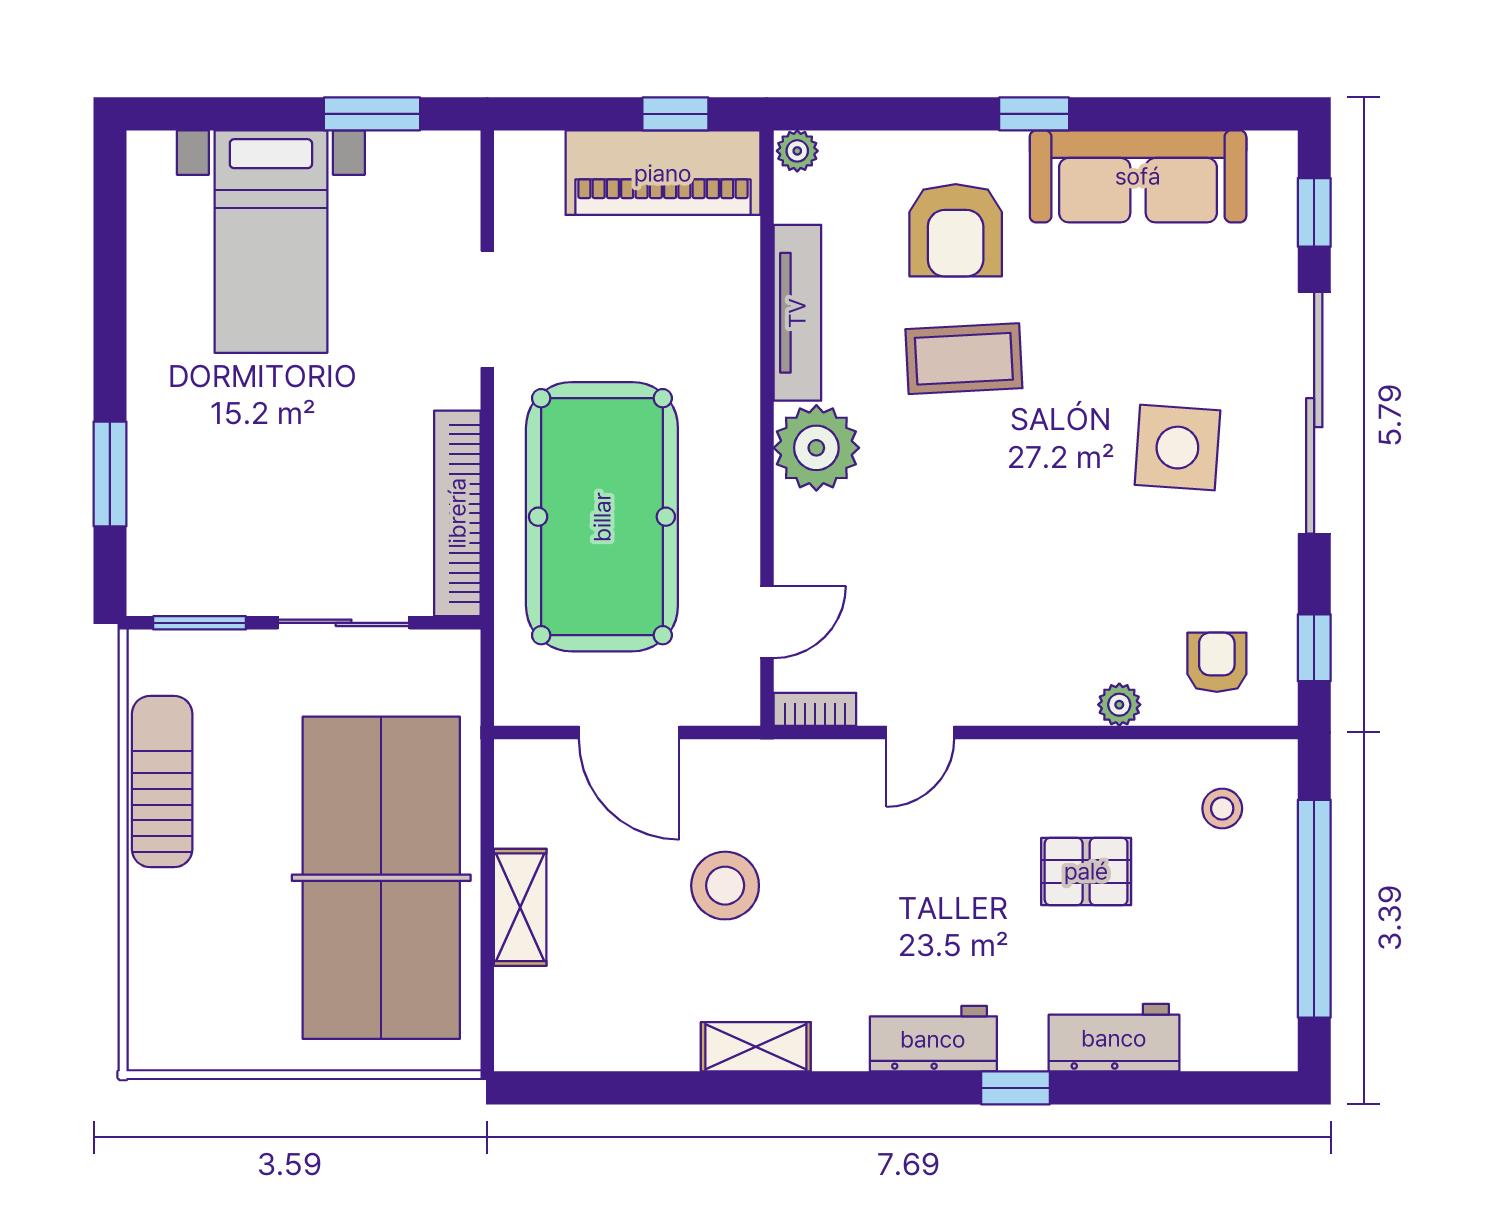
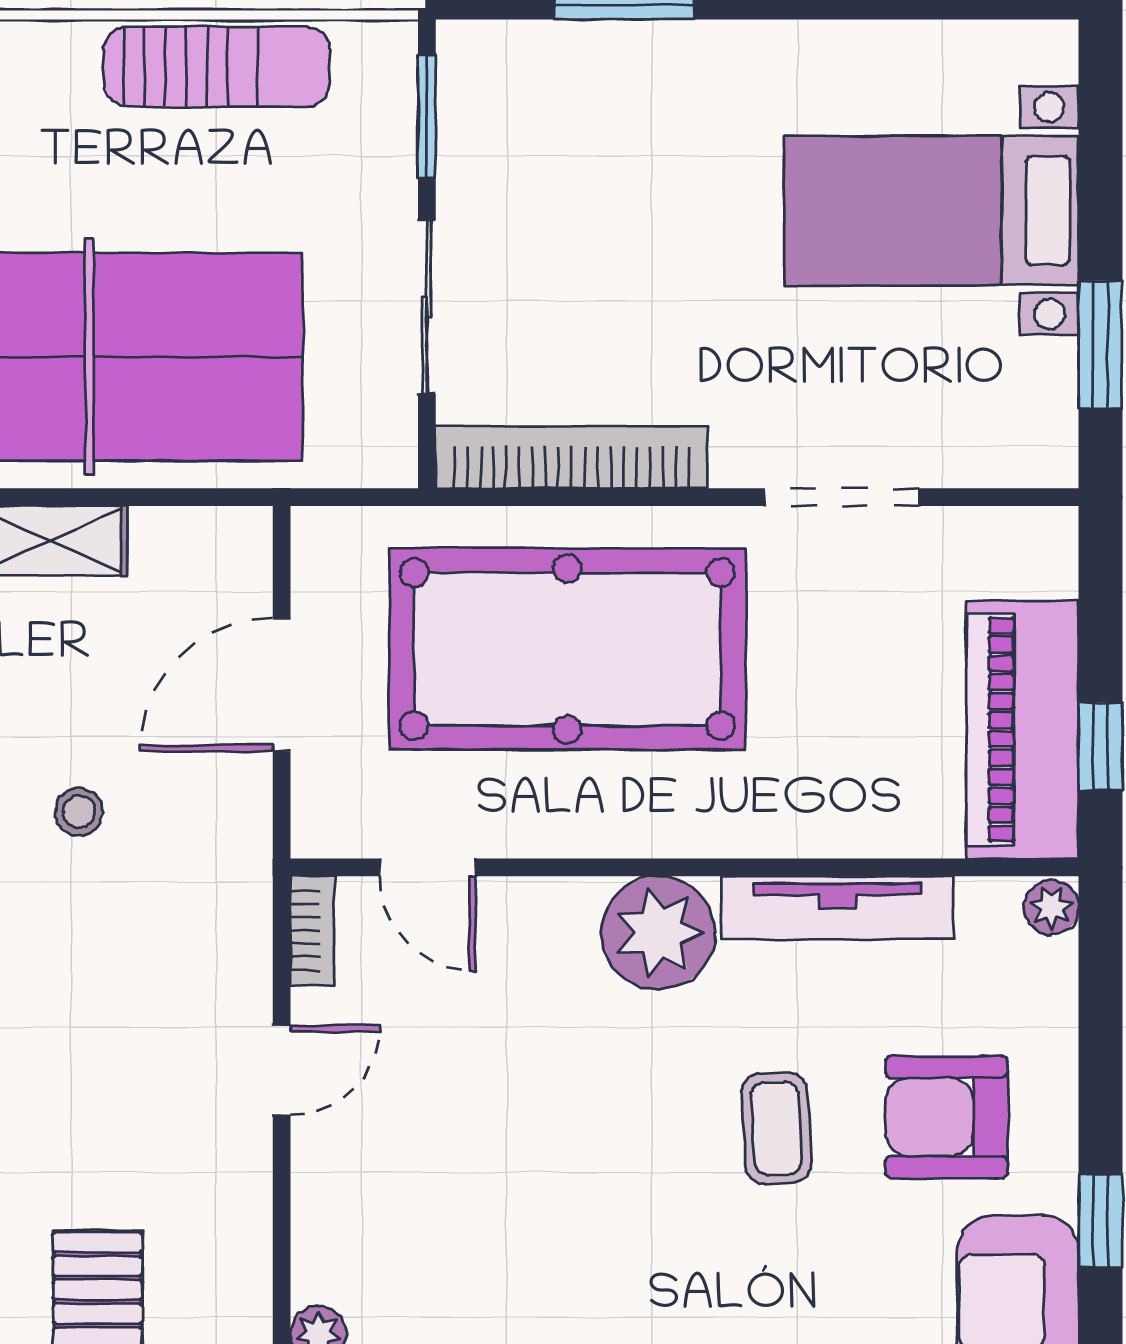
coffee table: (964, 359) -> (776, 1128), width x0.73, depth x0.77
door: (920, 732) -> (282, 1070), swing flipped
stool: (725, 886) -> (79, 812), width x0.53, depth x0.53

